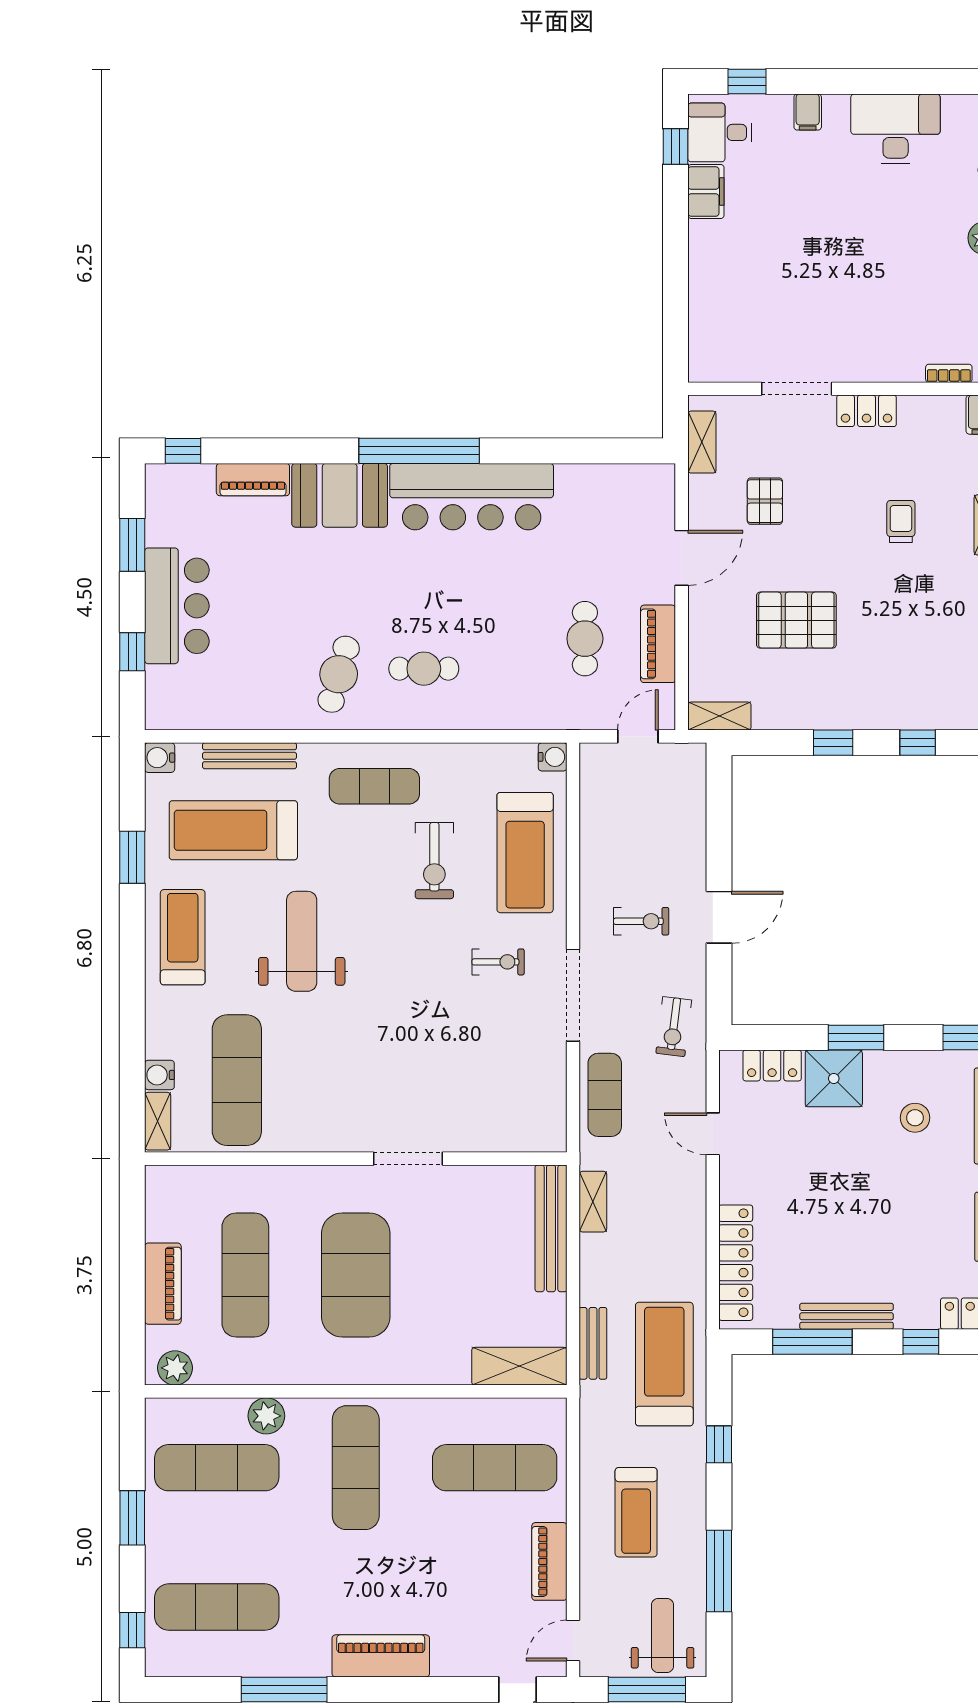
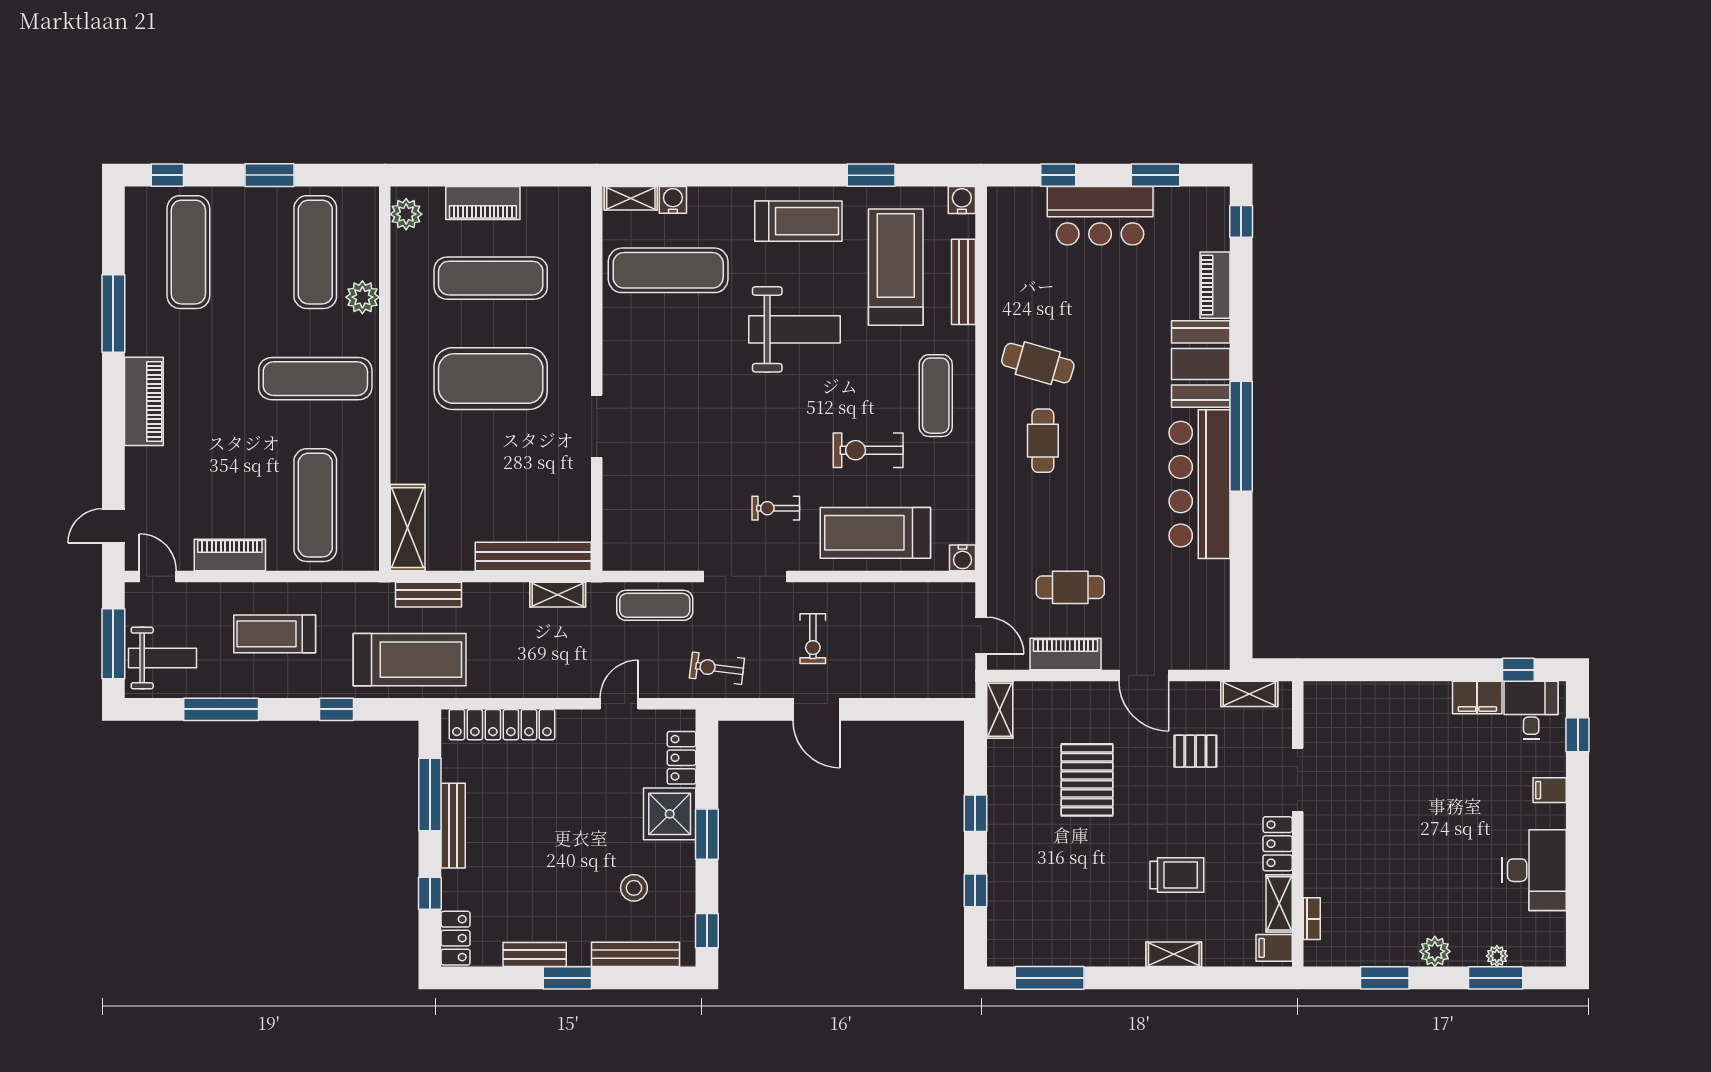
shelving: (932, 409) -> (1279, 903), added
trolley: (901, 521) -> (1177, 875), width x1.36, depth x1.39
exercise bike: (498, 962) -> (776, 508), turned 90

